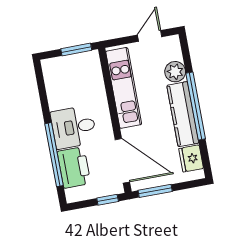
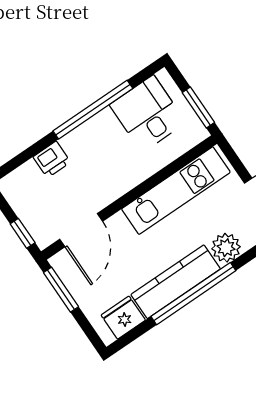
desk: (74, 127) -> (148, 114), moved
window: (54, 155) -> (93, 110), moved
door: (122, 161) -> (81, 230), width x0.73
printer: (74, 167) -> (52, 159), width x0.53, depth x0.68

